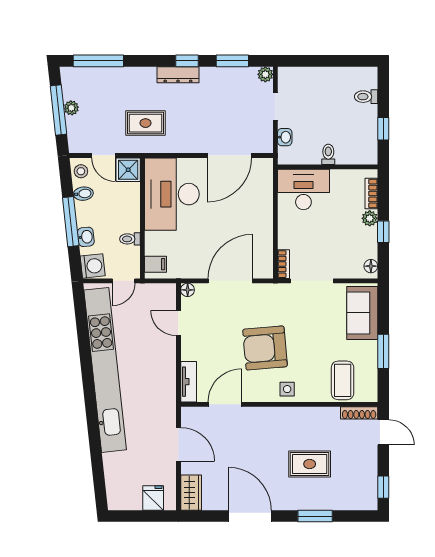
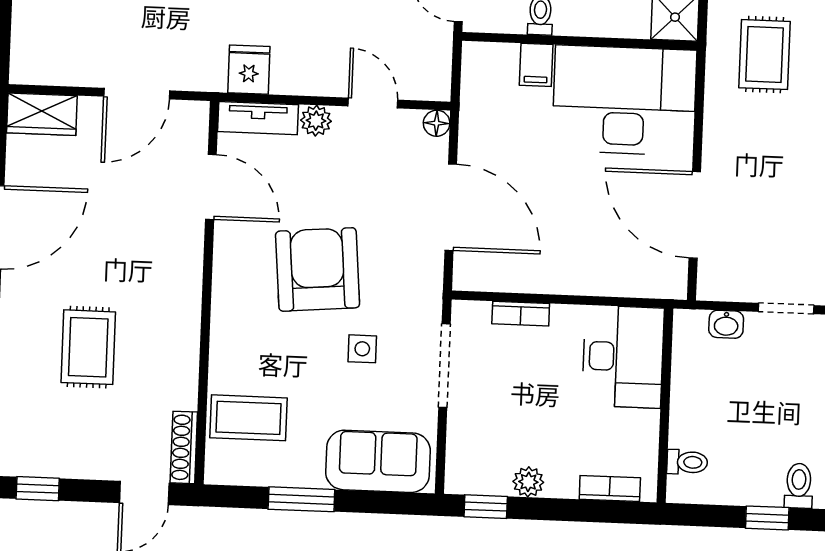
window: (383, 129) -> (767, 518), moved
toilet: (328, 154) -> (687, 462), moved
plant: (370, 218) -> (528, 482), moved
window: (383, 232) -> (486, 507), moved
filing cabinet: (156, 264) -> (536, 65), moved
bookcase: (283, 264) -> (521, 314), moved
floor lamp: (371, 266) -> (469, 482), removed
door: (178, 323) -> (373, 103), hinge flipped
plant: (189, 352) -> (316, 121), added
side table: (287, 389) -> (362, 349), moved
fridge: (153, 498) -> (249, 70), moved, turned -90

